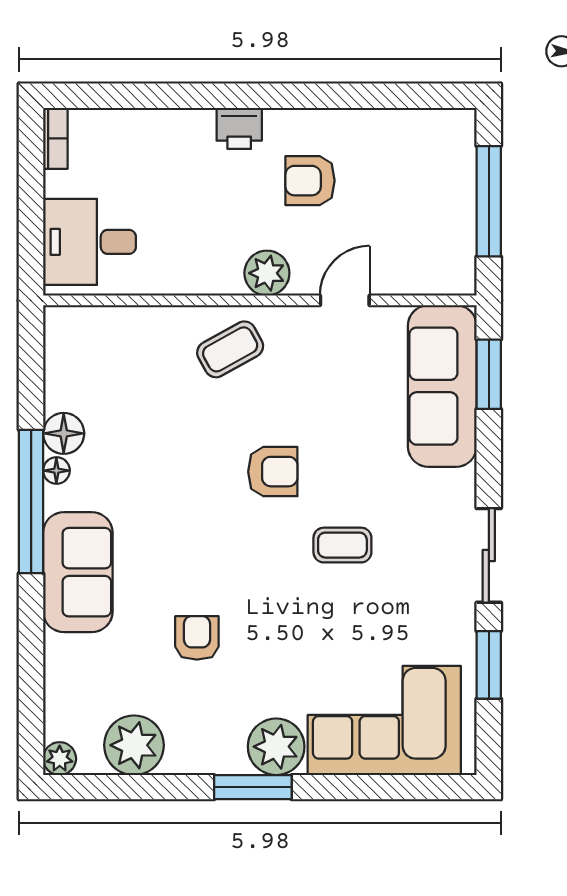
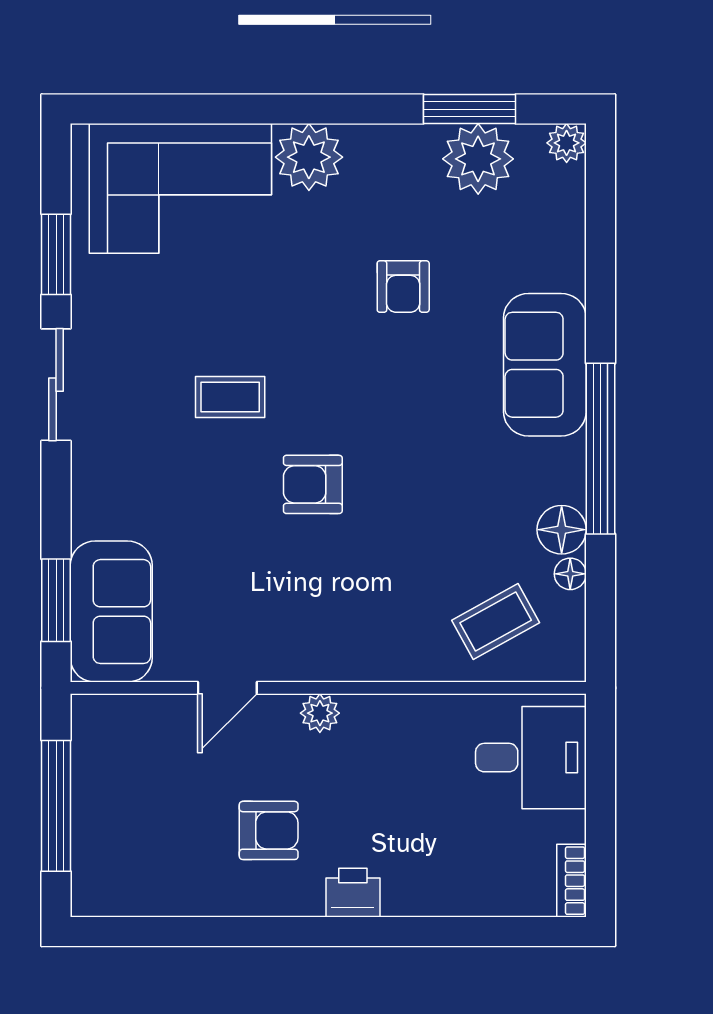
plant: (267, 273) -> (320, 713), width x0.73, depth x0.73
coffee table: (230, 349) -> (496, 621), moved
sofa: (442, 386) -> (111, 612), width x0.73
floor lamp: (56, 471) -> (570, 574), moved
window: (253, 787) -> (469, 109), moved

